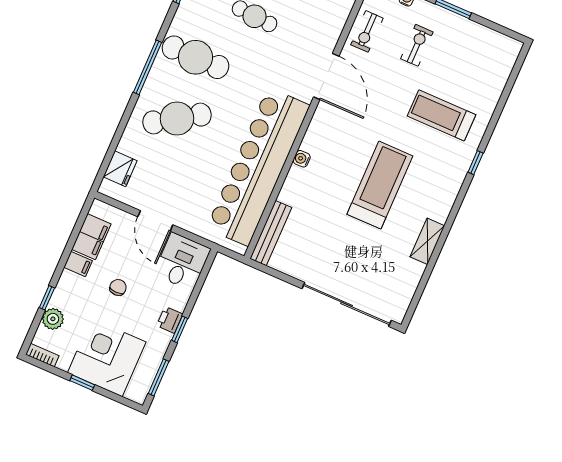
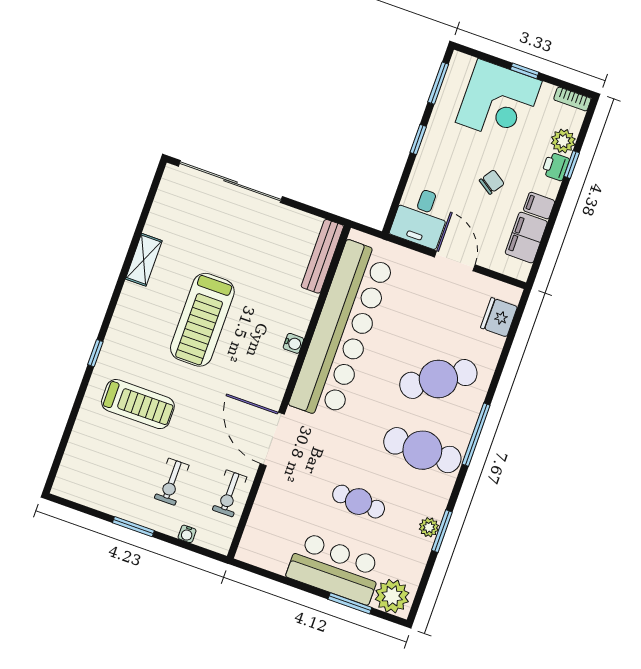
exercise bike: (367, 31) -> (230, 493), turned 180
chair: (118, 287) -> (492, 182), turned -146
printer: (170, 320) -> (555, 166), moved, turned 180

